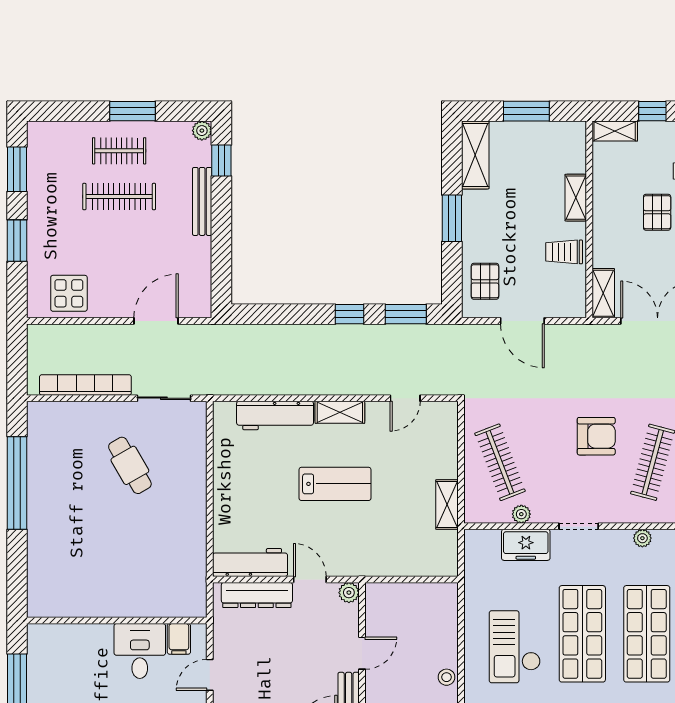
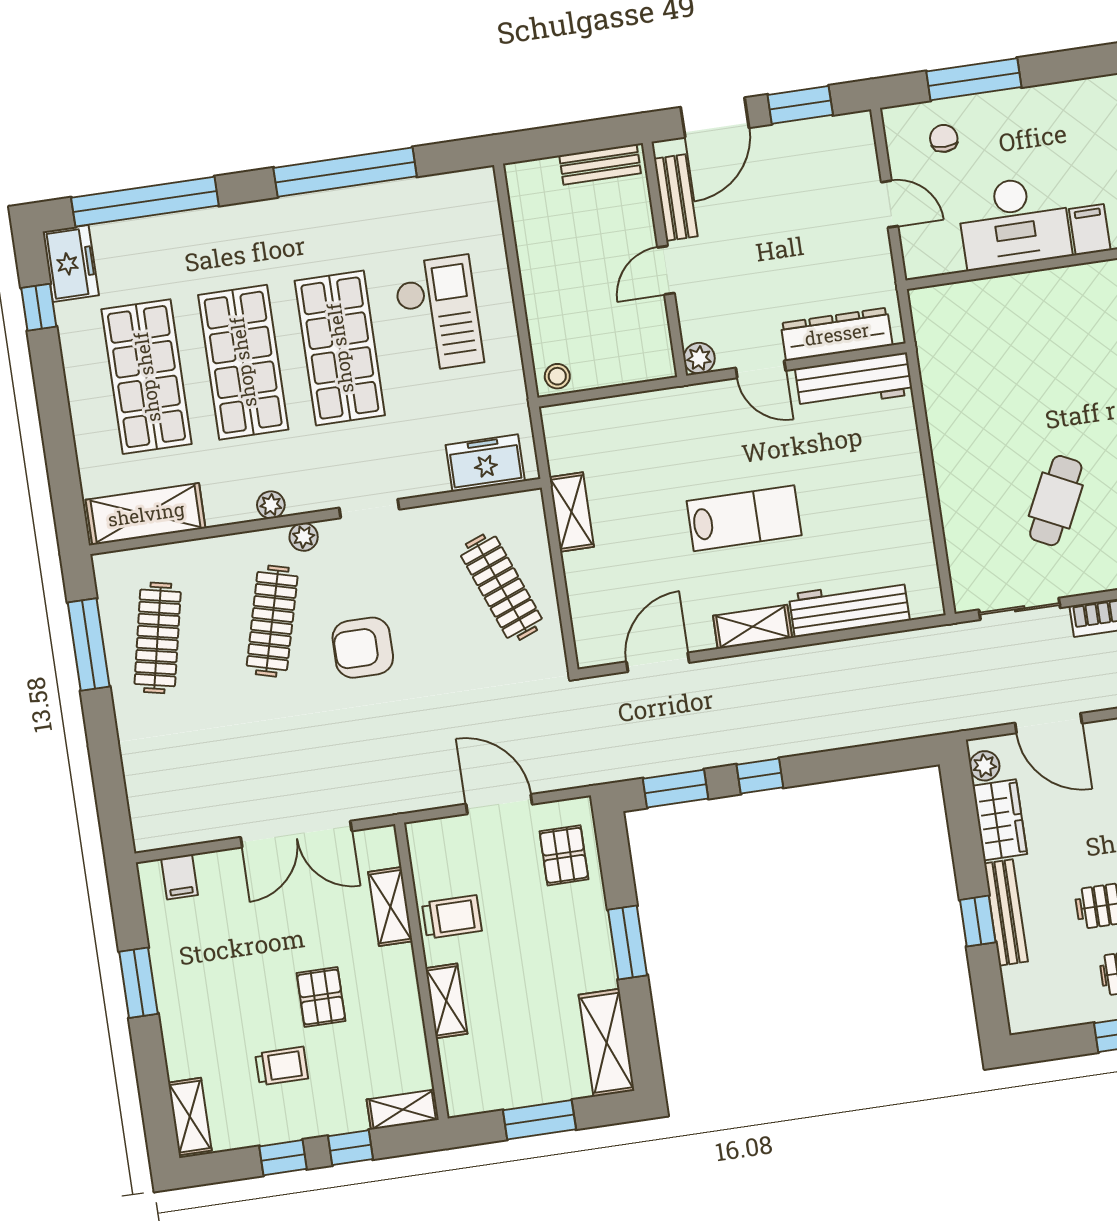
plant: (202, 131) -> (985, 766), moved
window: (221, 161) -> (978, 921), moved
wardrobe: (197, 262) -> (1000, 820), added
shelving: (603, 293) -> (390, 907), moved
door: (156, 321) -> (1049, 723), hinge flipped
door: (405, 398) -> (658, 662), width x1.38
cafe table: (130, 465) -> (1056, 501), turned 56
lab bench: (335, 484) -> (744, 518), turned 180
plant: (521, 514) -> (304, 537), moved
freezer: (526, 545) -> (485, 463), moved
filing cabinet: (179, 639) -> (1090, 230), moved
desk: (140, 651) -> (1014, 222), width x1.37
door: (210, 675) -> (890, 204), hinge flipped
stool: (447, 677) -> (557, 376), moved

